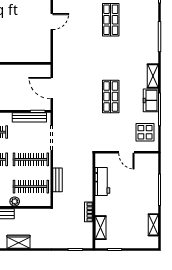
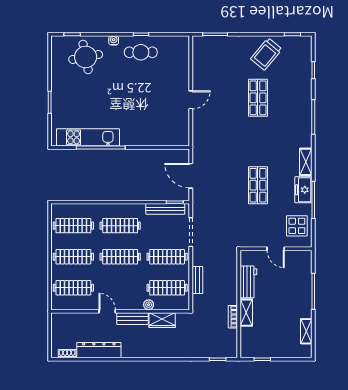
shelving: (100, 228) -> (246, 313), moved
wardrobe: (18, 242) -> (162, 320), moved, turned 180

